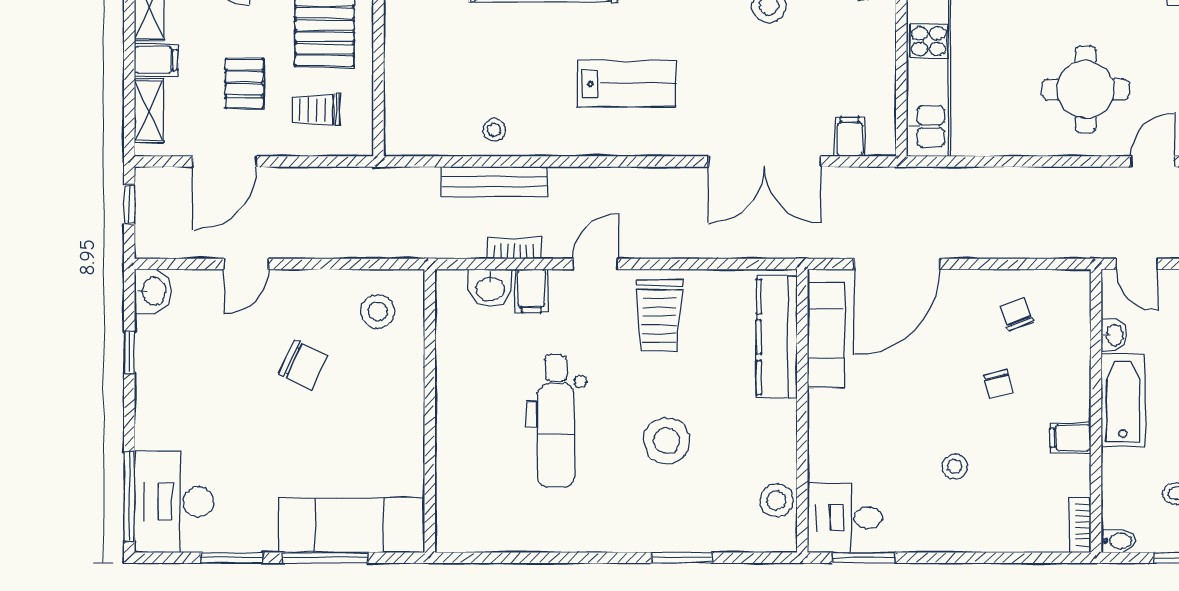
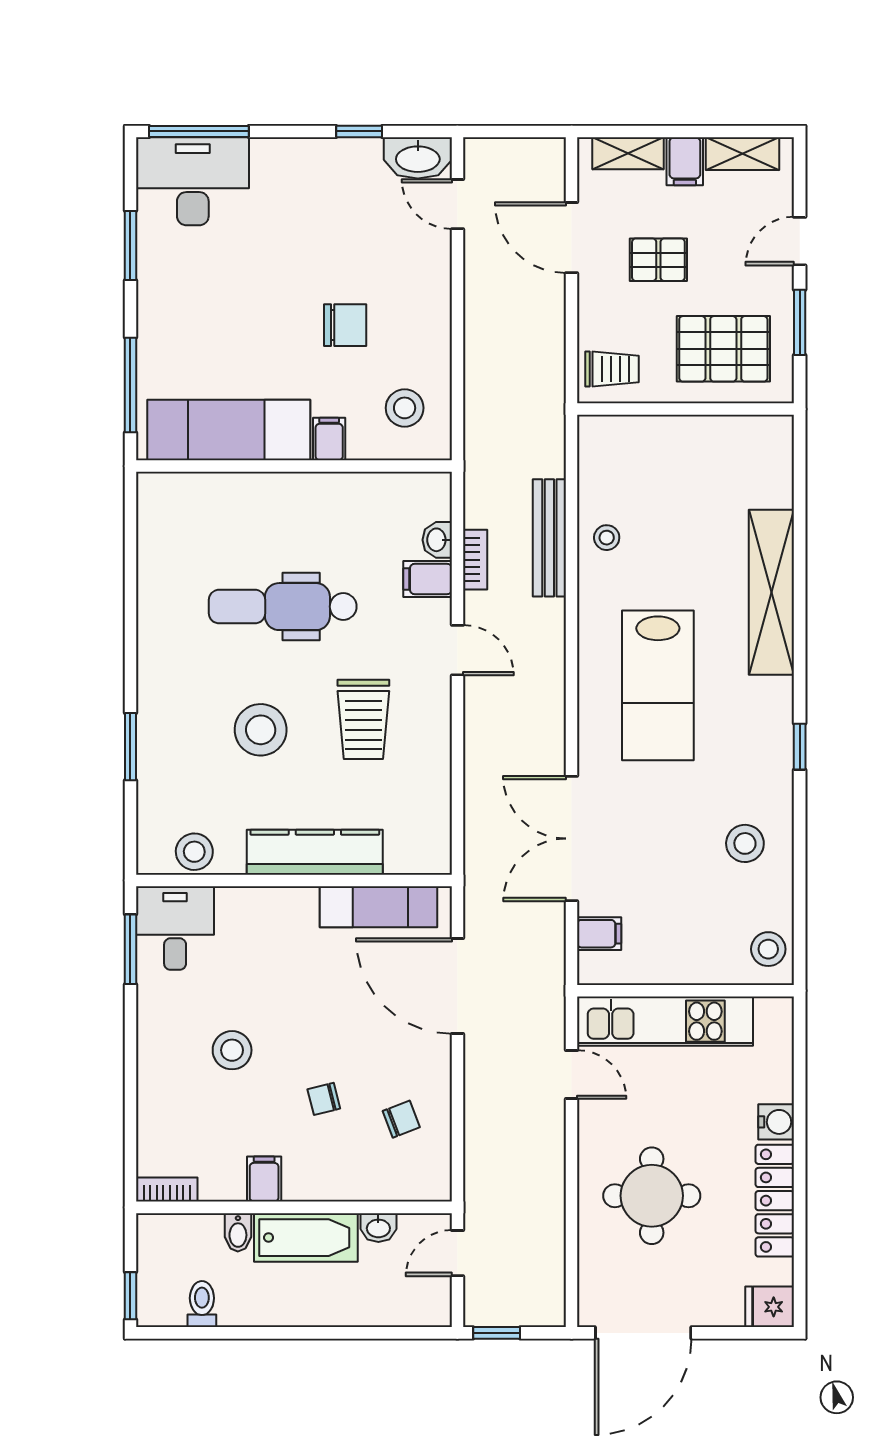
lab bench: (627, 84) -> (658, 685), width x1.36, depth x1.39
trolley: (316, 110) -> (612, 369), moved, turned 90
door: (1153, 161) -> (572, 1074), moved
window: (129, 205) -> (524, 131), removed
door: (246, 264) -> (457, 204), moved
washbasin: (490, 288) -> (437, 540), width x0.72, depth x0.69
washbasin: (153, 291) -> (418, 158), width x1.38
trolley: (659, 315) -> (363, 719), moved, turned -90
kitchen counter: (777, 337) -> (315, 852), moved
chair: (303, 365) -> (345, 325), turned -115
filing cabinet: (406, 379) -> (329, 439), added
stool: (955, 467) -> (232, 1050), width x1.37, depth x1.37
exam couch: (352, 525) -> (229, 430), moved, turned -90
bidet: (1118, 541) -> (238, 1232), moved
window: (325, 558) -> (130, 385), moved

